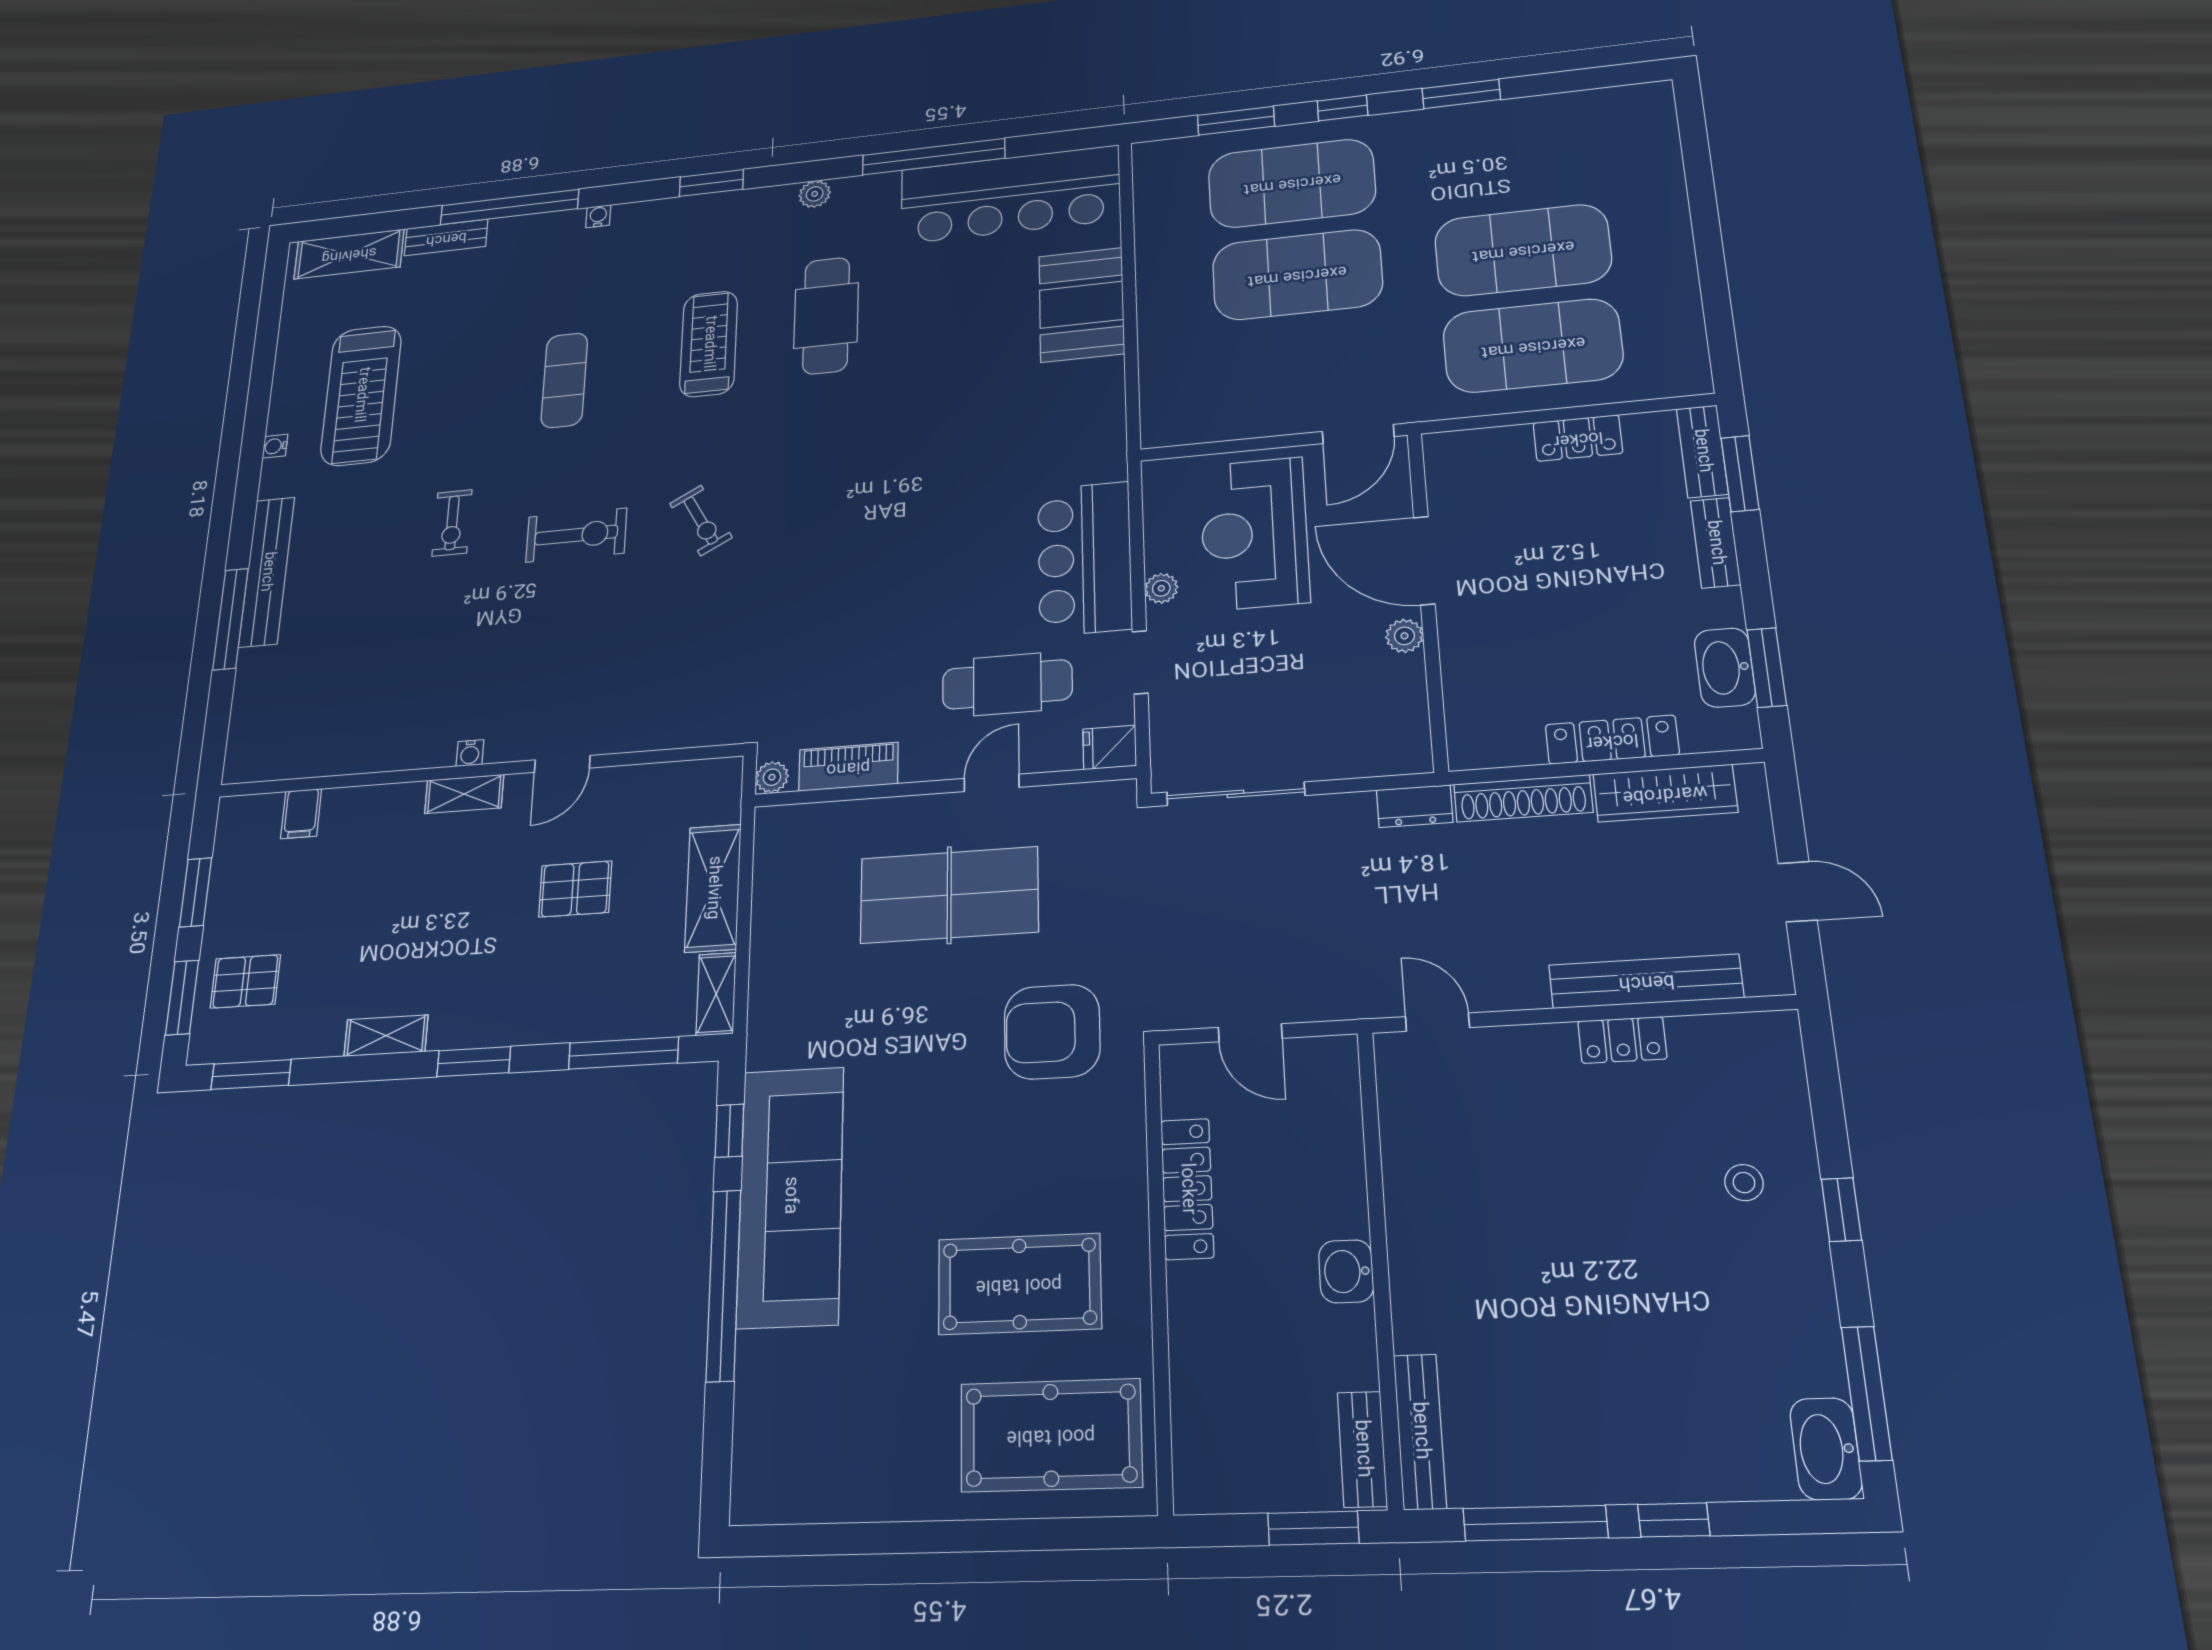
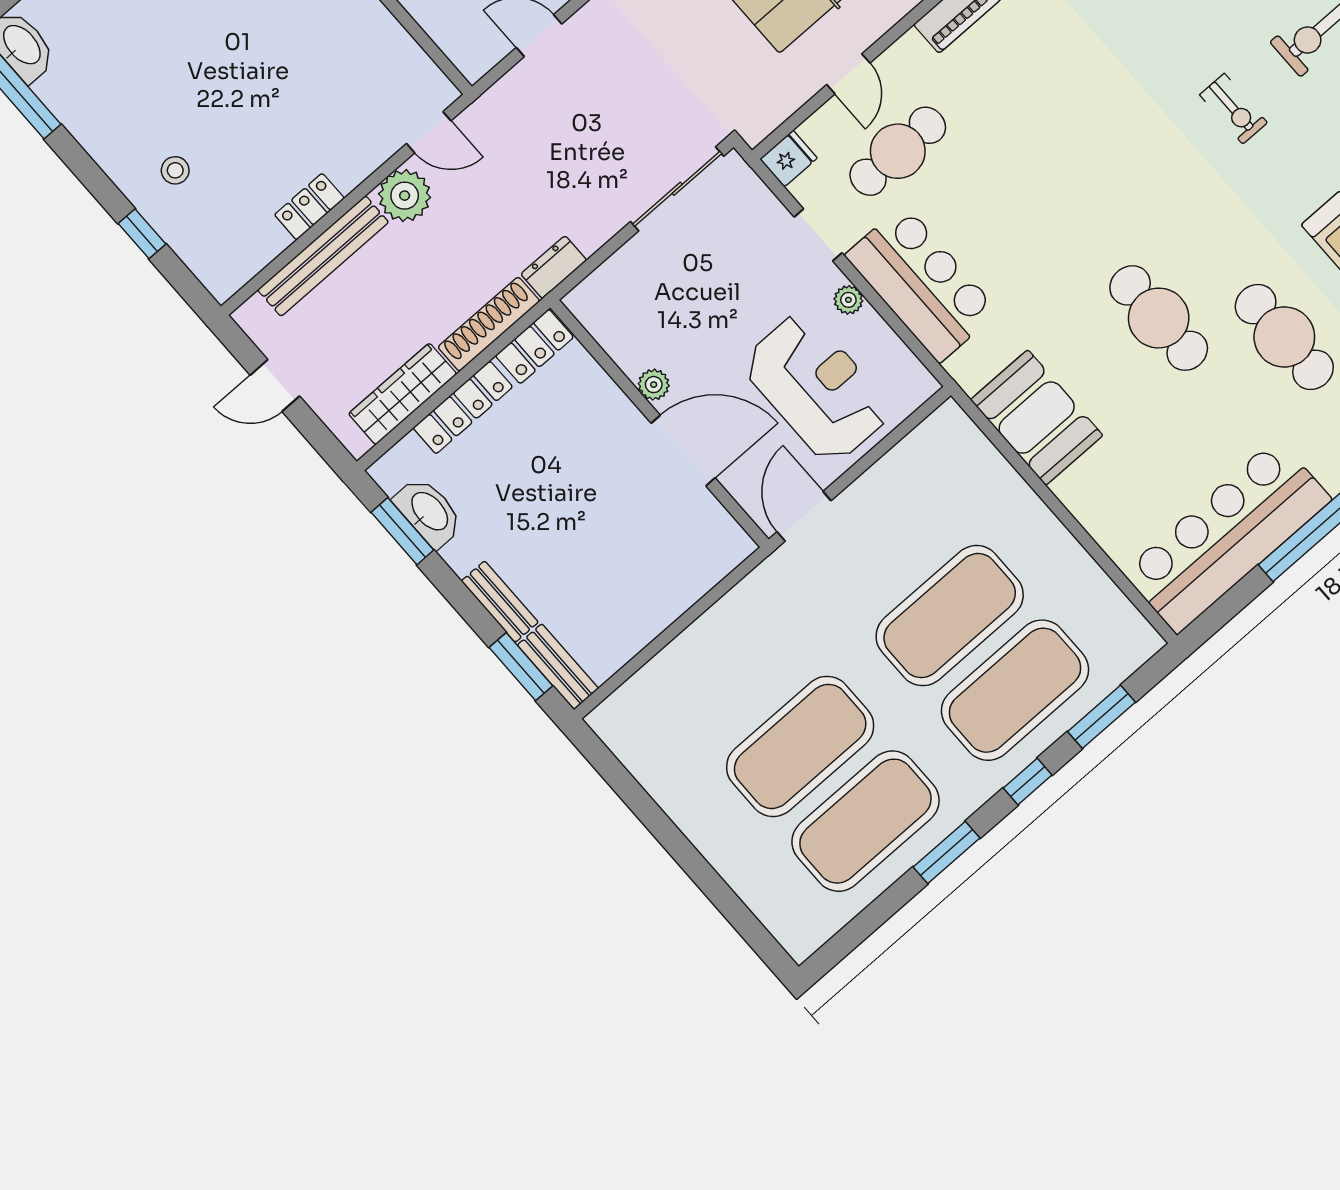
booth: (1081, 305) -> (1037, 418), moved
exercise mat: (1533, 346) -> (865, 821), moved
cafe table: (912, 396) -> (1159, 318), added
locker: (1578, 438) -> (534, 347), moved, turned 180
exercise bike: (701, 520) -> (1233, 109), turned -151
plant: (1512, 979) -> (405, 196), added
window: (1841, 1210) -> (142, 234), moved

